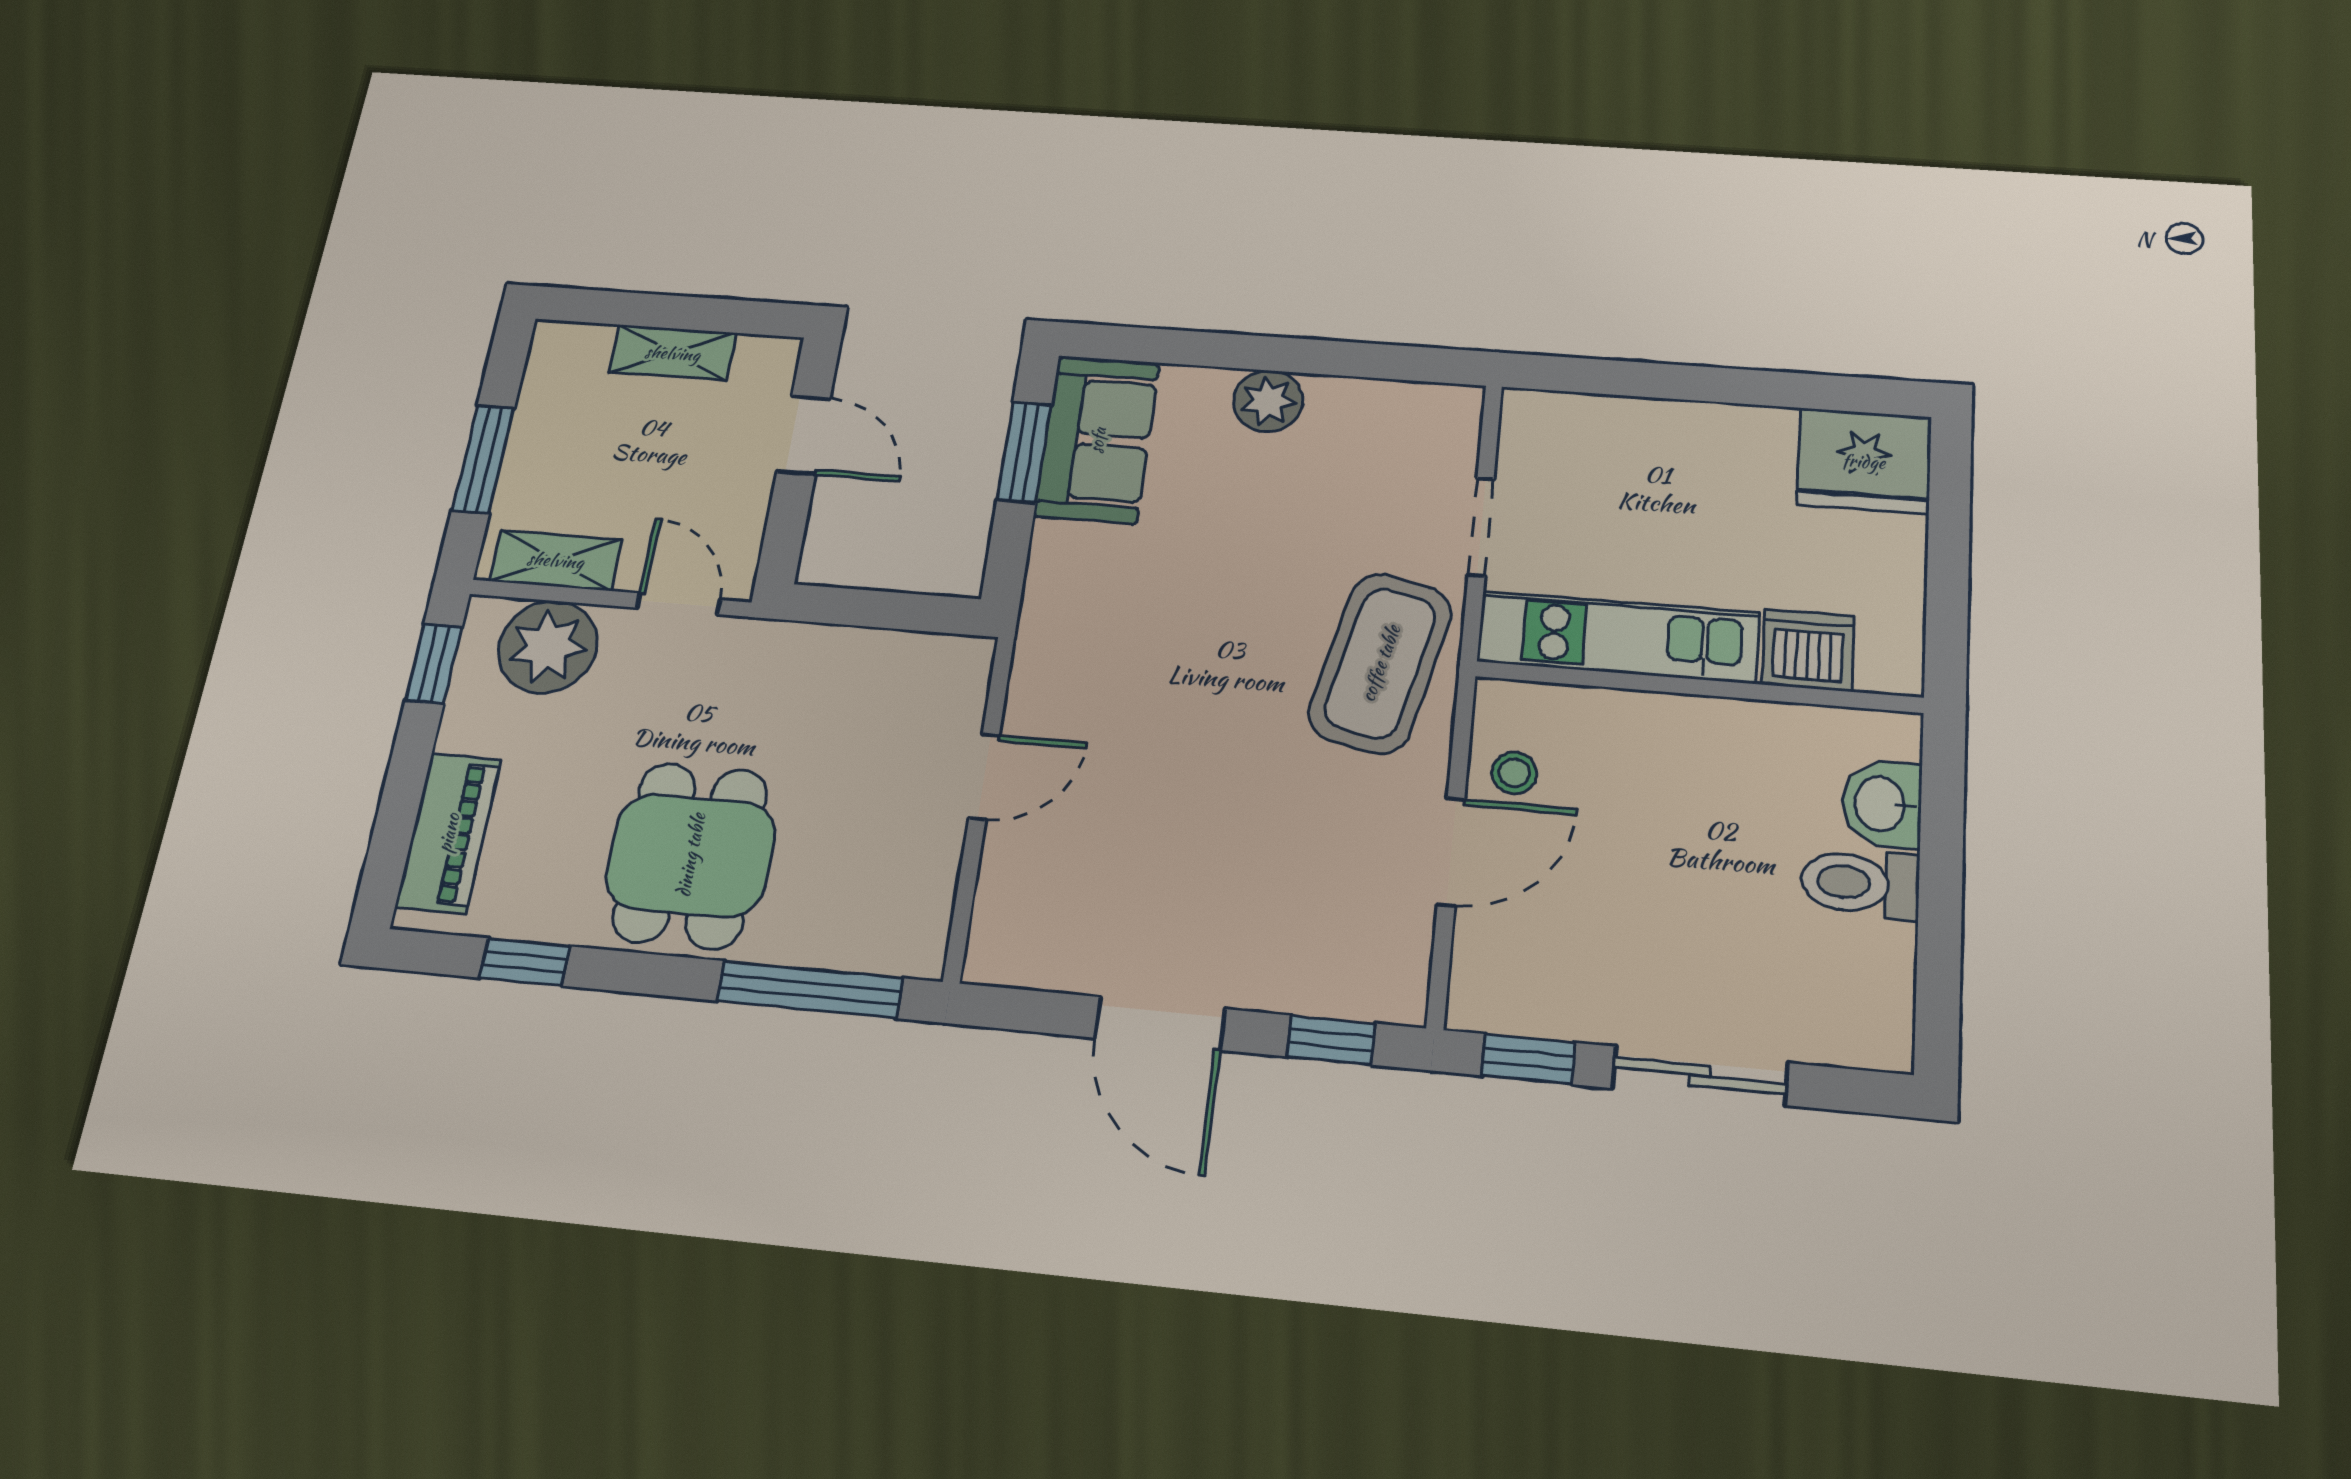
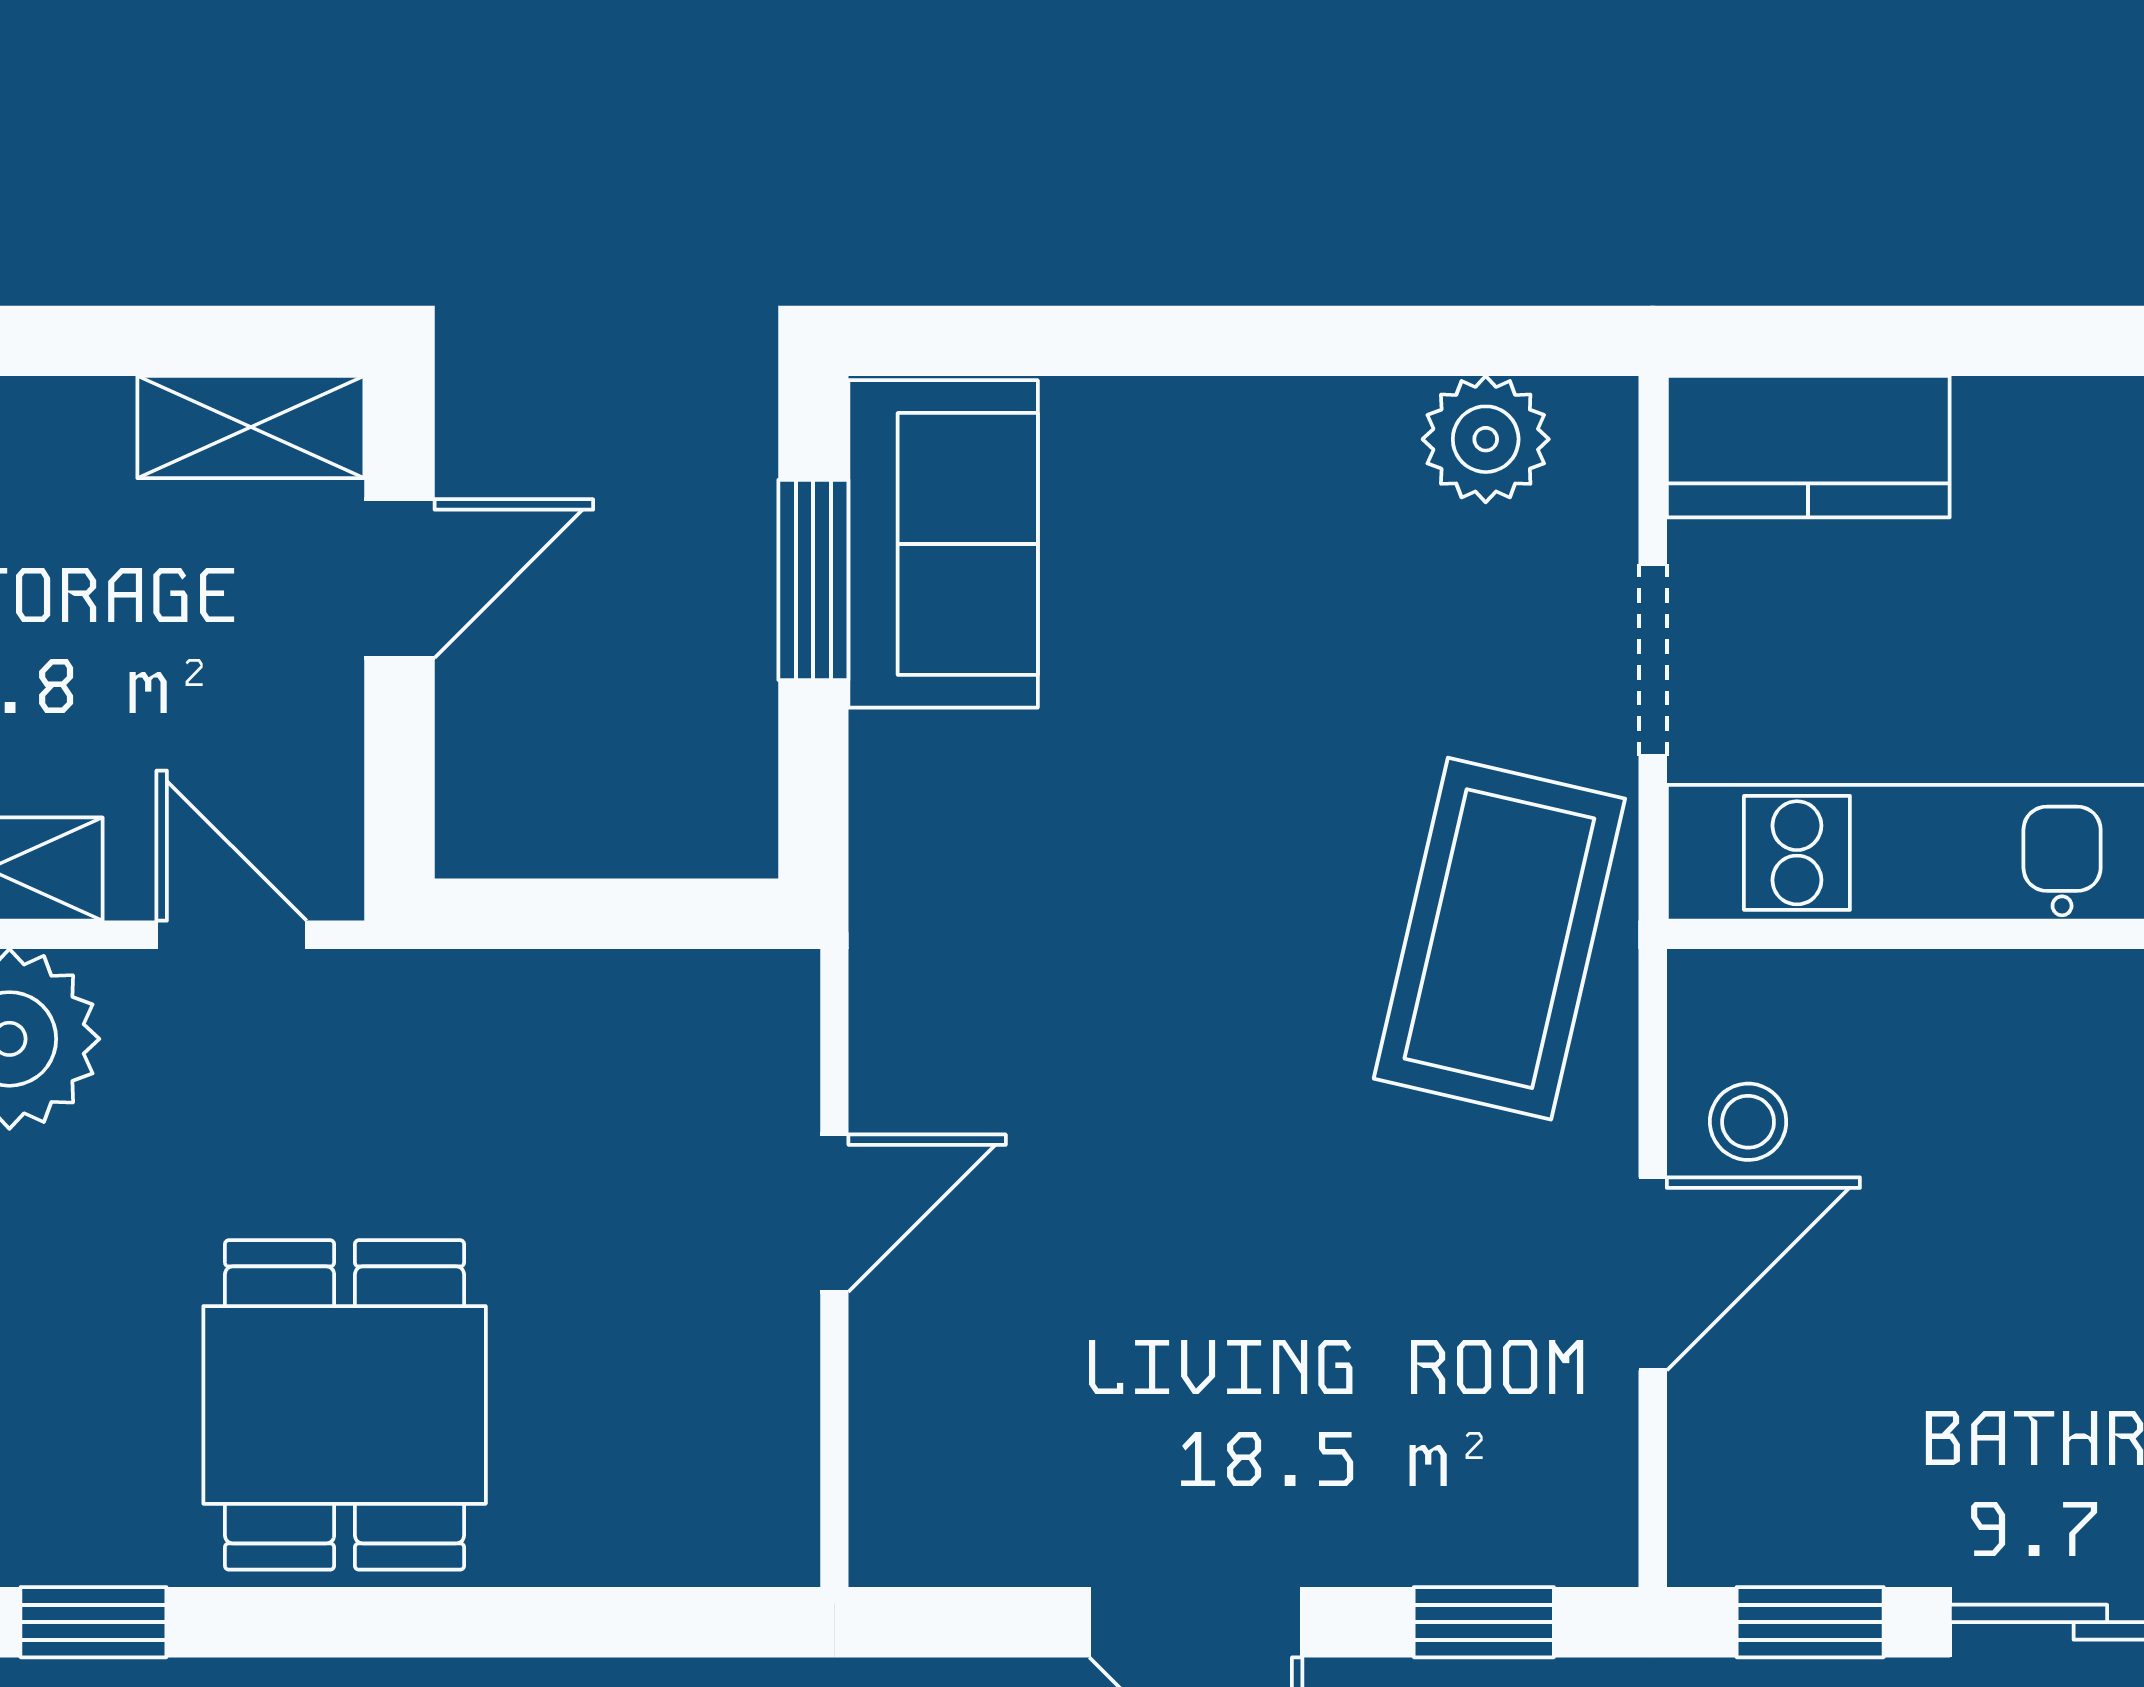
shelving: (673, 353) -> (251, 427), moved
plant: (1268, 401) -> (1486, 439), moved
kitchen counter: (1577, 427) -> (1808, 447), added
door: (804, 435) -> (400, 578), hinge flipped
window: (810, 990) -> (596, 1622), removed

